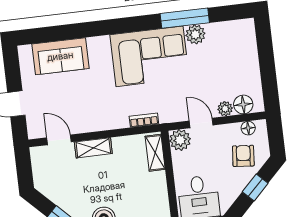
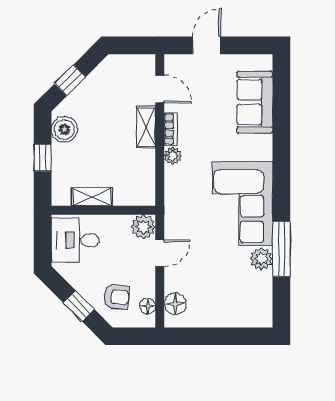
plant: (225, 109) -> (173, 156), moved
bookcase: (144, 120) -> (171, 129), moved
door: (59, 140) -> (160, 89), hinge flipped
shelving: (155, 153) -> (92, 197), moved

